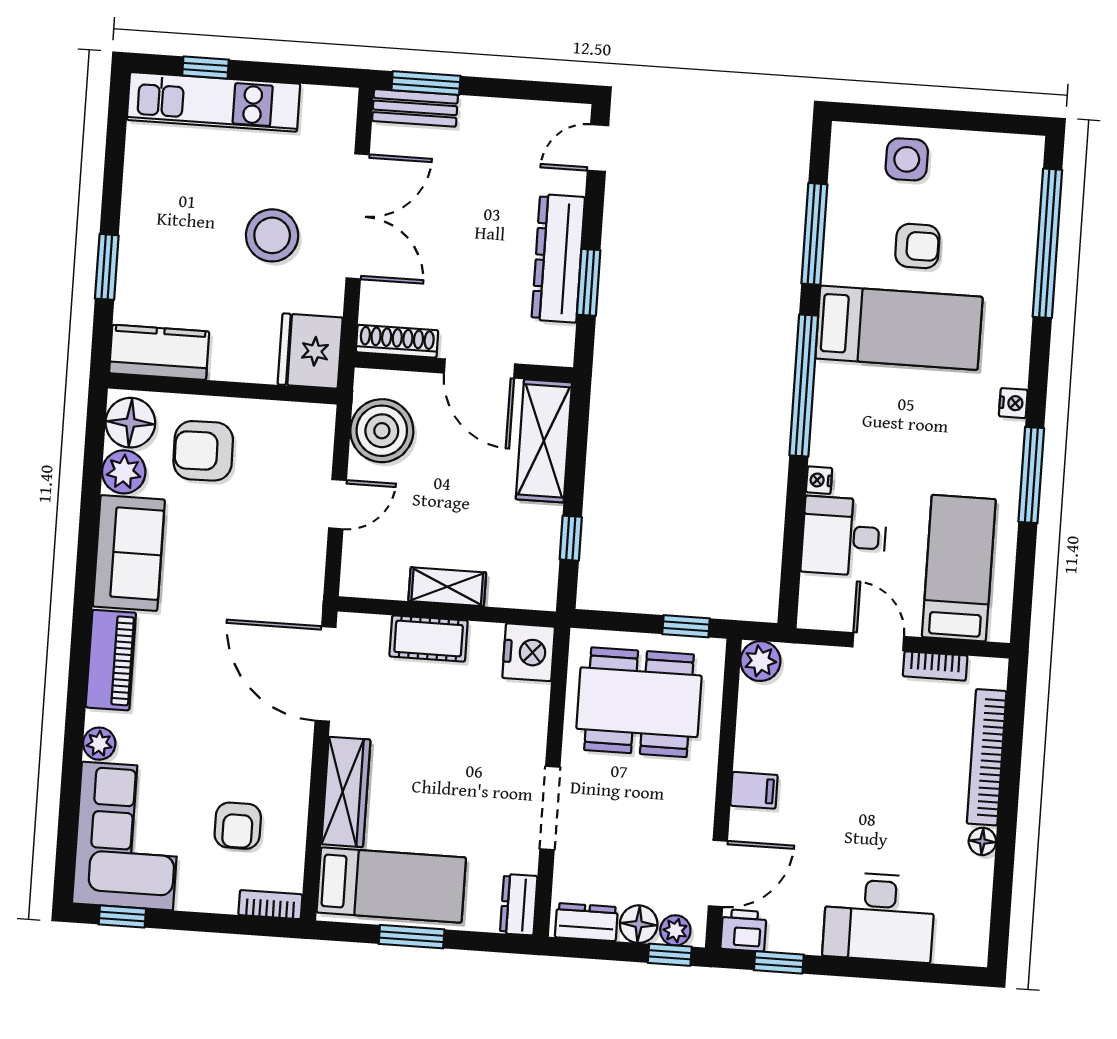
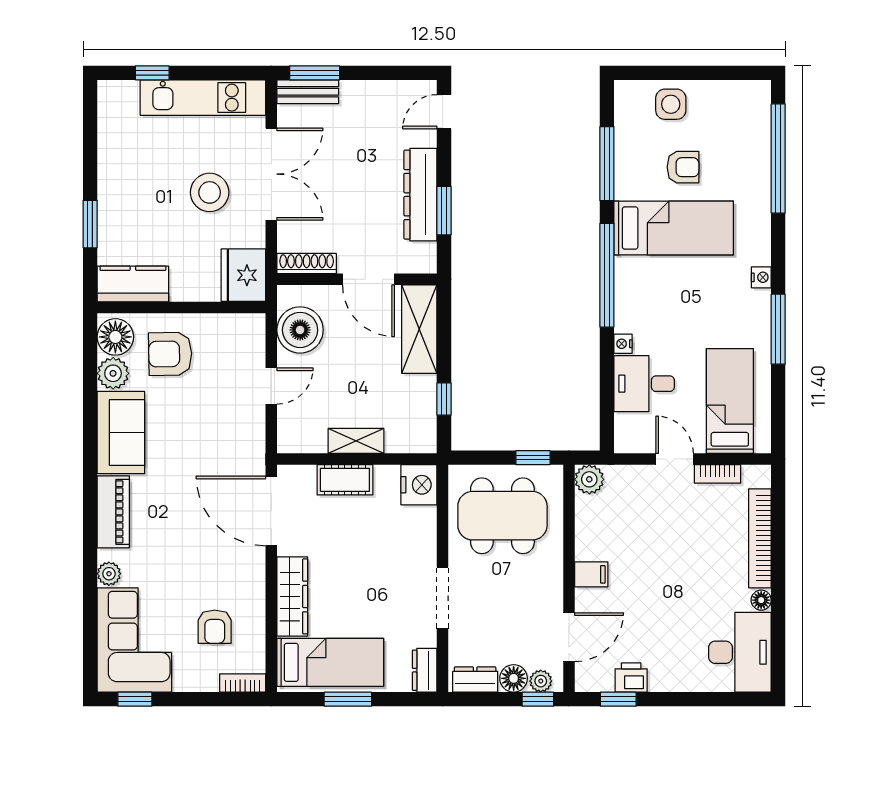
kitchen unit: (213, 102) -> (203, 98), moved
desk: (879, 917) -> (740, 652), moved, turned -90
printer: (744, 930) -> (631, 678), moved

